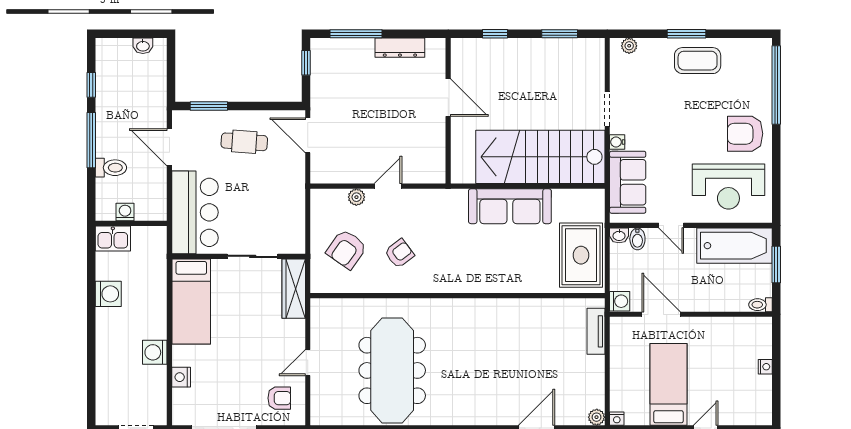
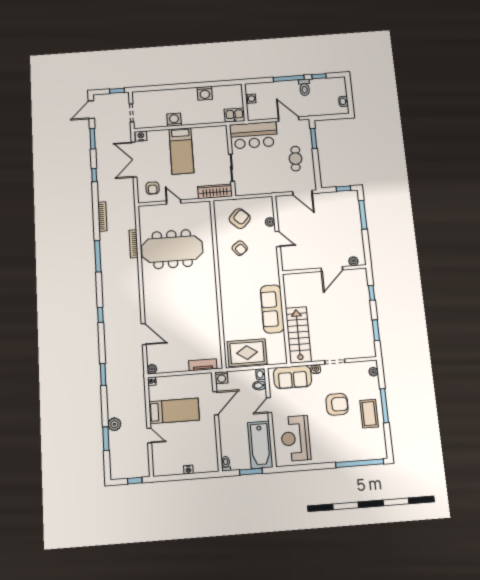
window: (687, 34) -> (384, 406), width x1.44
dresser: (400, 48) -> (358, 240), removed
plant: (437, 59) -> (353, 261), added
armchair: (745, 134) -> (337, 404), moved, turned 90
door: (308, 135) -> (302, 193), swing flipped
door: (169, 147) -> (289, 119), hinge flipped
stairs: (540, 157) -> (298, 335), width x0.73, depth x0.66
toilet: (111, 168) -> (304, 87), moved
kitchen sink: (113, 239) -> (234, 115), moved, turned 90
armchair: (346, 249) -> (240, 219), turned 98
bed: (191, 302) -> (181, 151), moved, turned -90
nightstand: (181, 377) -> (141, 136), moved

